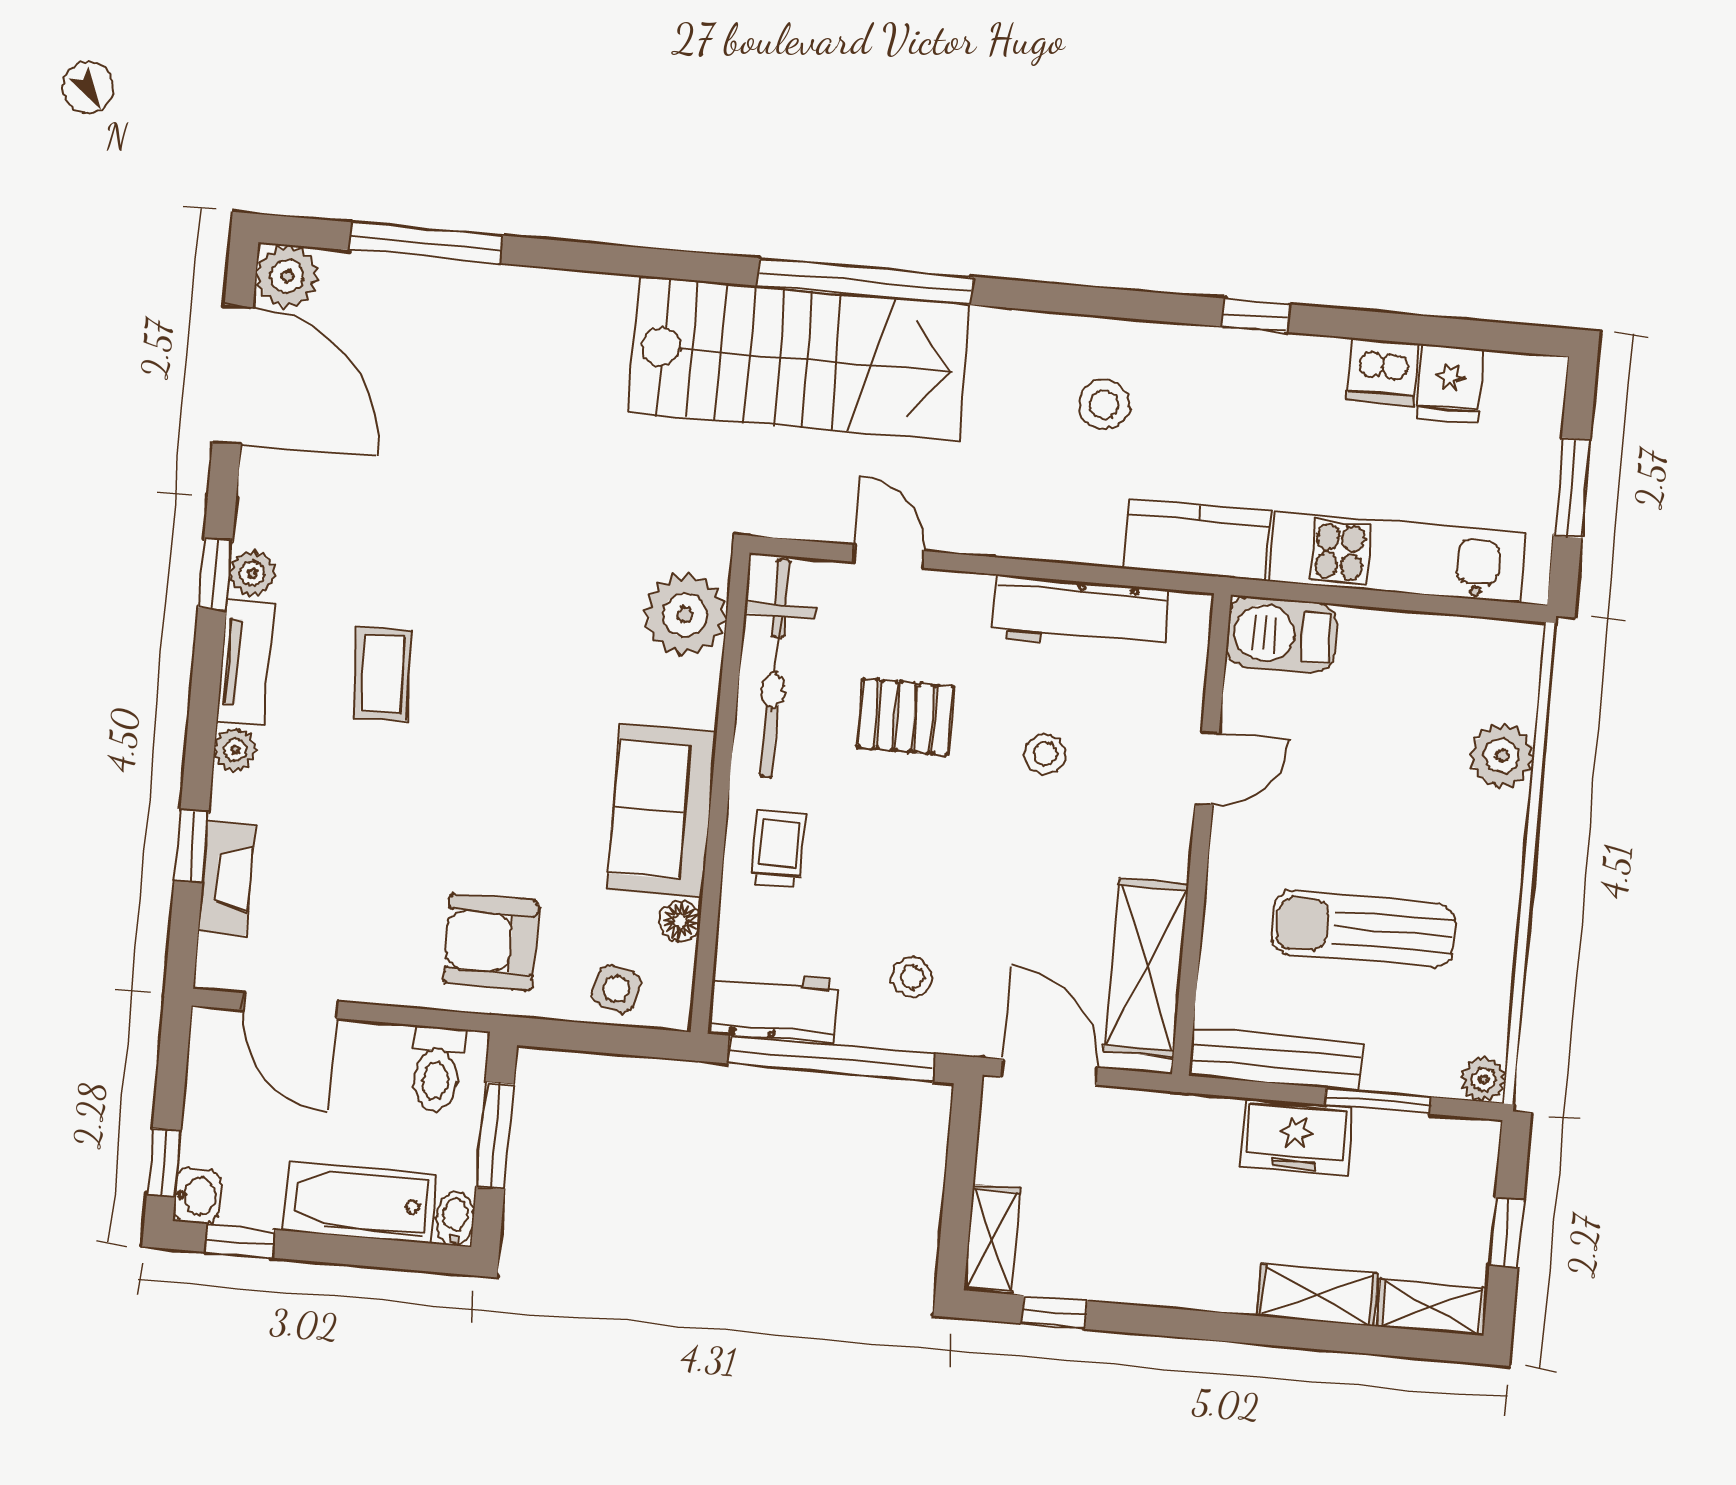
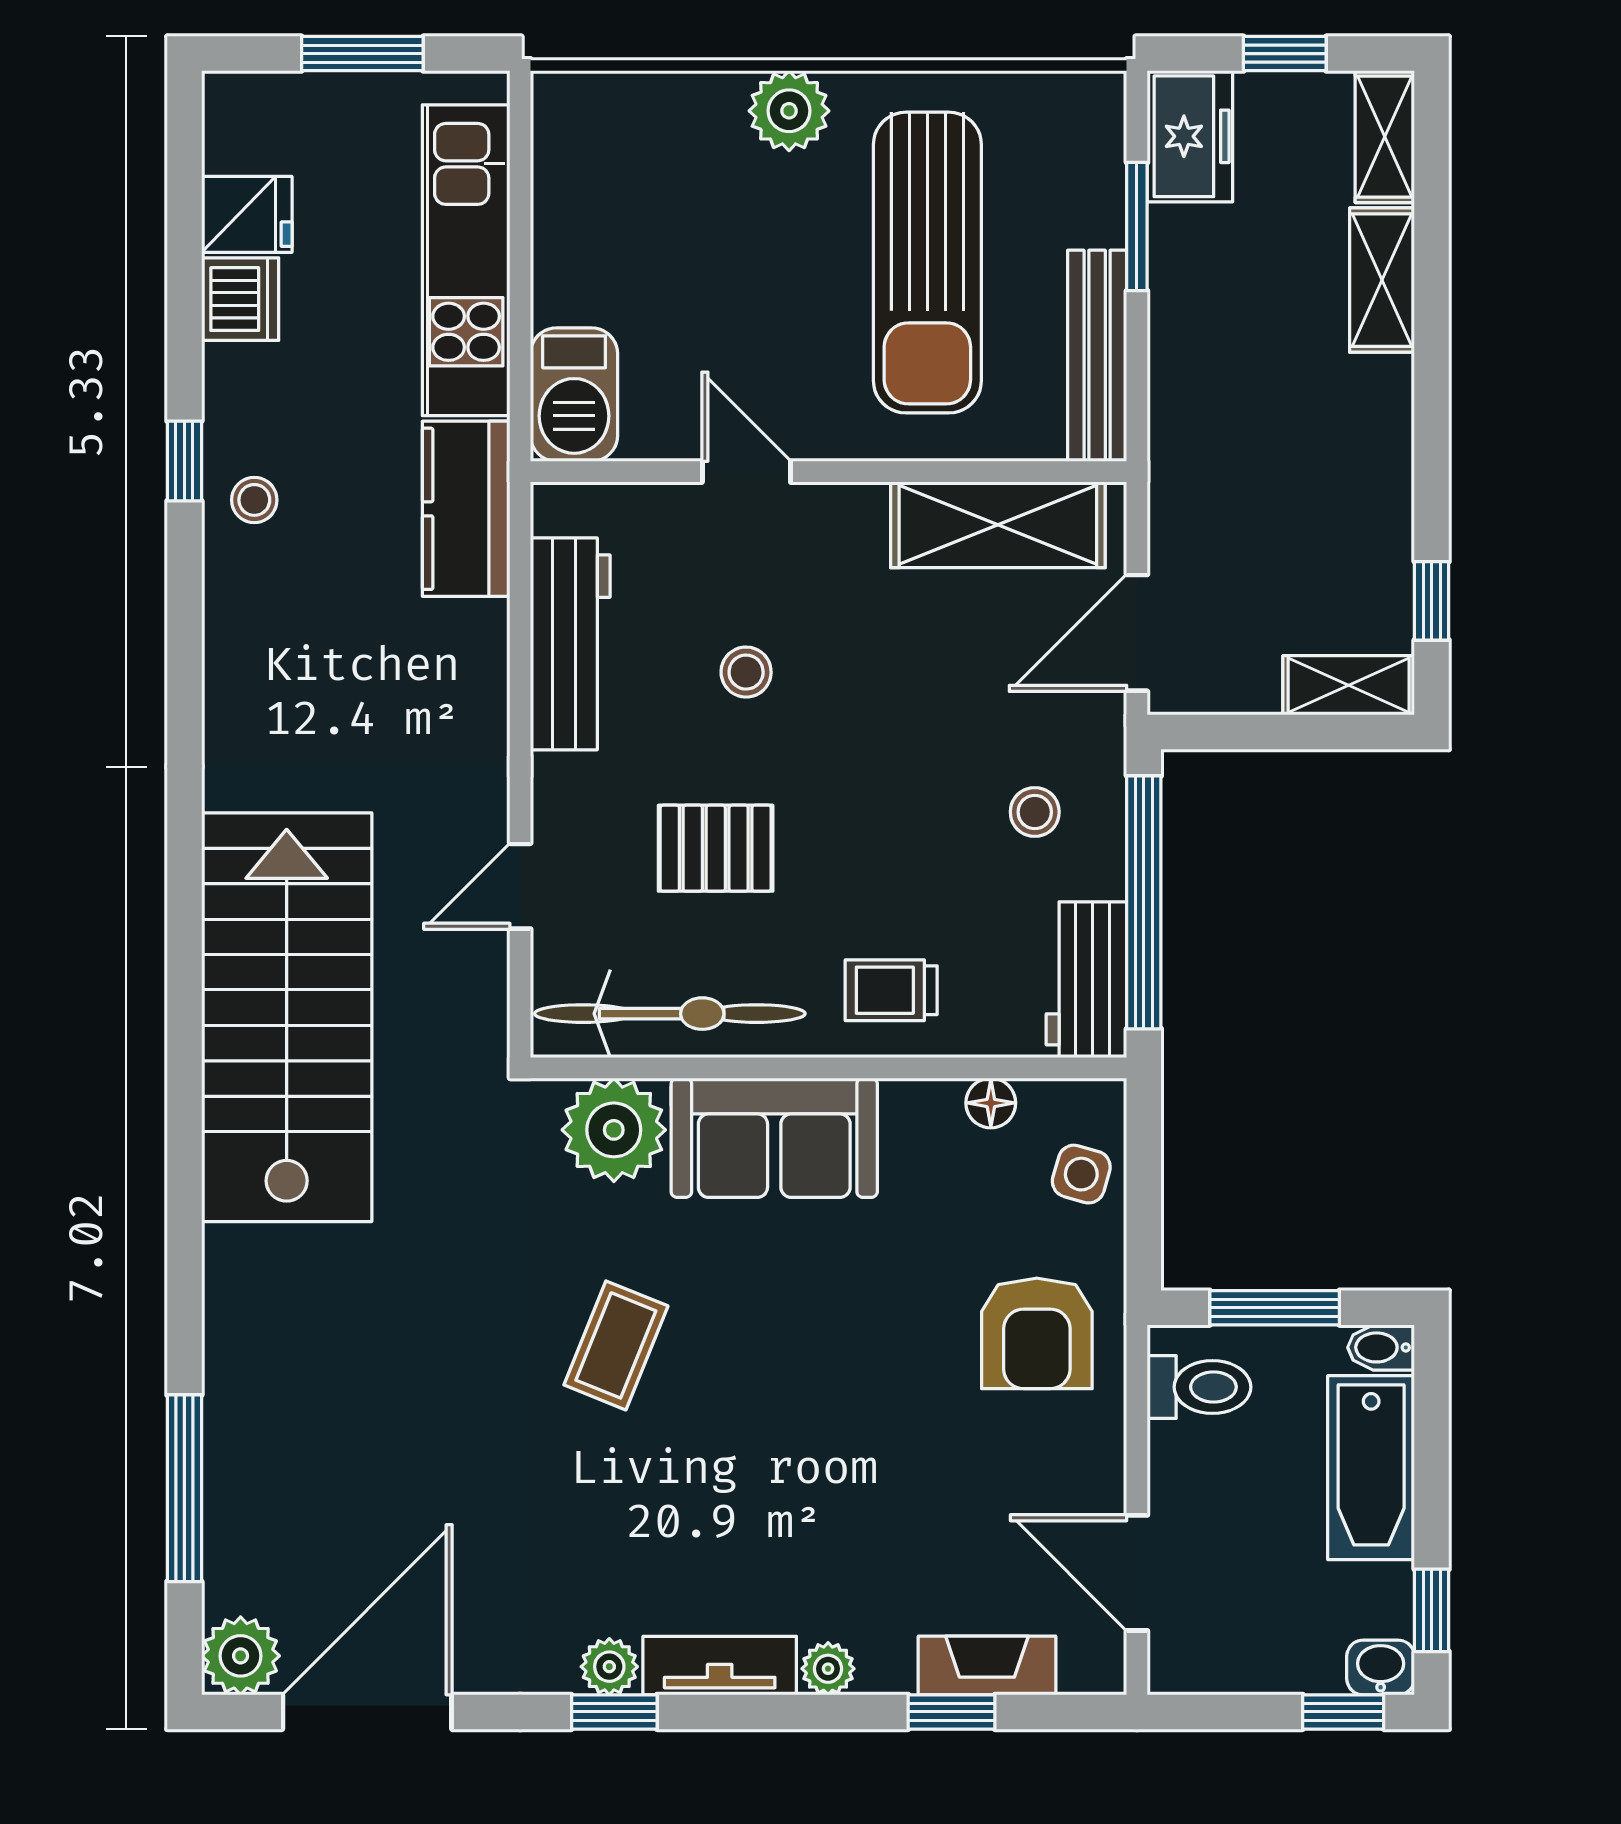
window: (865, 281) -> (184, 945), removed
stool: (1104, 405) -> (254, 500), moved, width x0.73, depth x0.73
coffee table: (382, 674) -> (616, 1345), moved, turned -66
pallet: (905, 717) -> (716, 848), turned 90
plant: (1502, 756) -> (789, 111), moved
sofa: (662, 811) -> (774, 1138), moved
sun lounger: (1363, 929) -> (927, 263), width x1.36, depth x1.34
door: (291, 1006) -> (1137, 1573), swing flipped
plant: (1484, 1079) -> (1099, 98), removed
freezer: (1296, 1137) -> (1190, 136), moved

